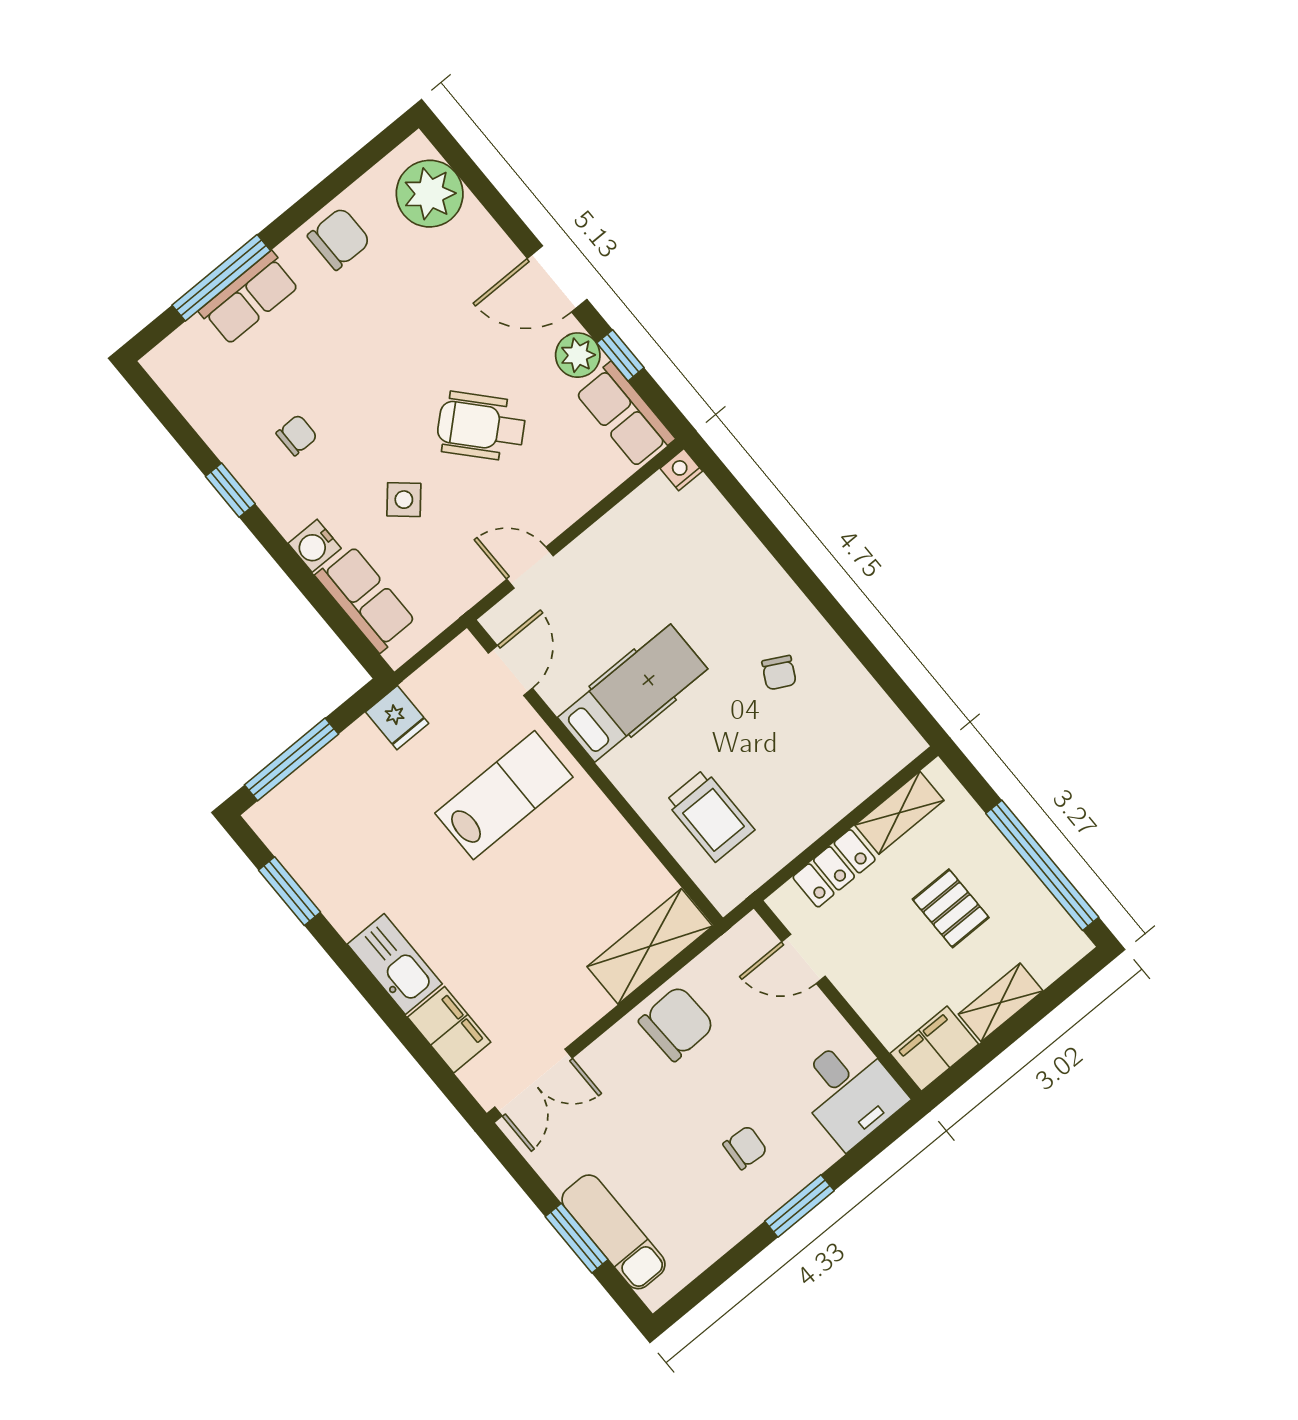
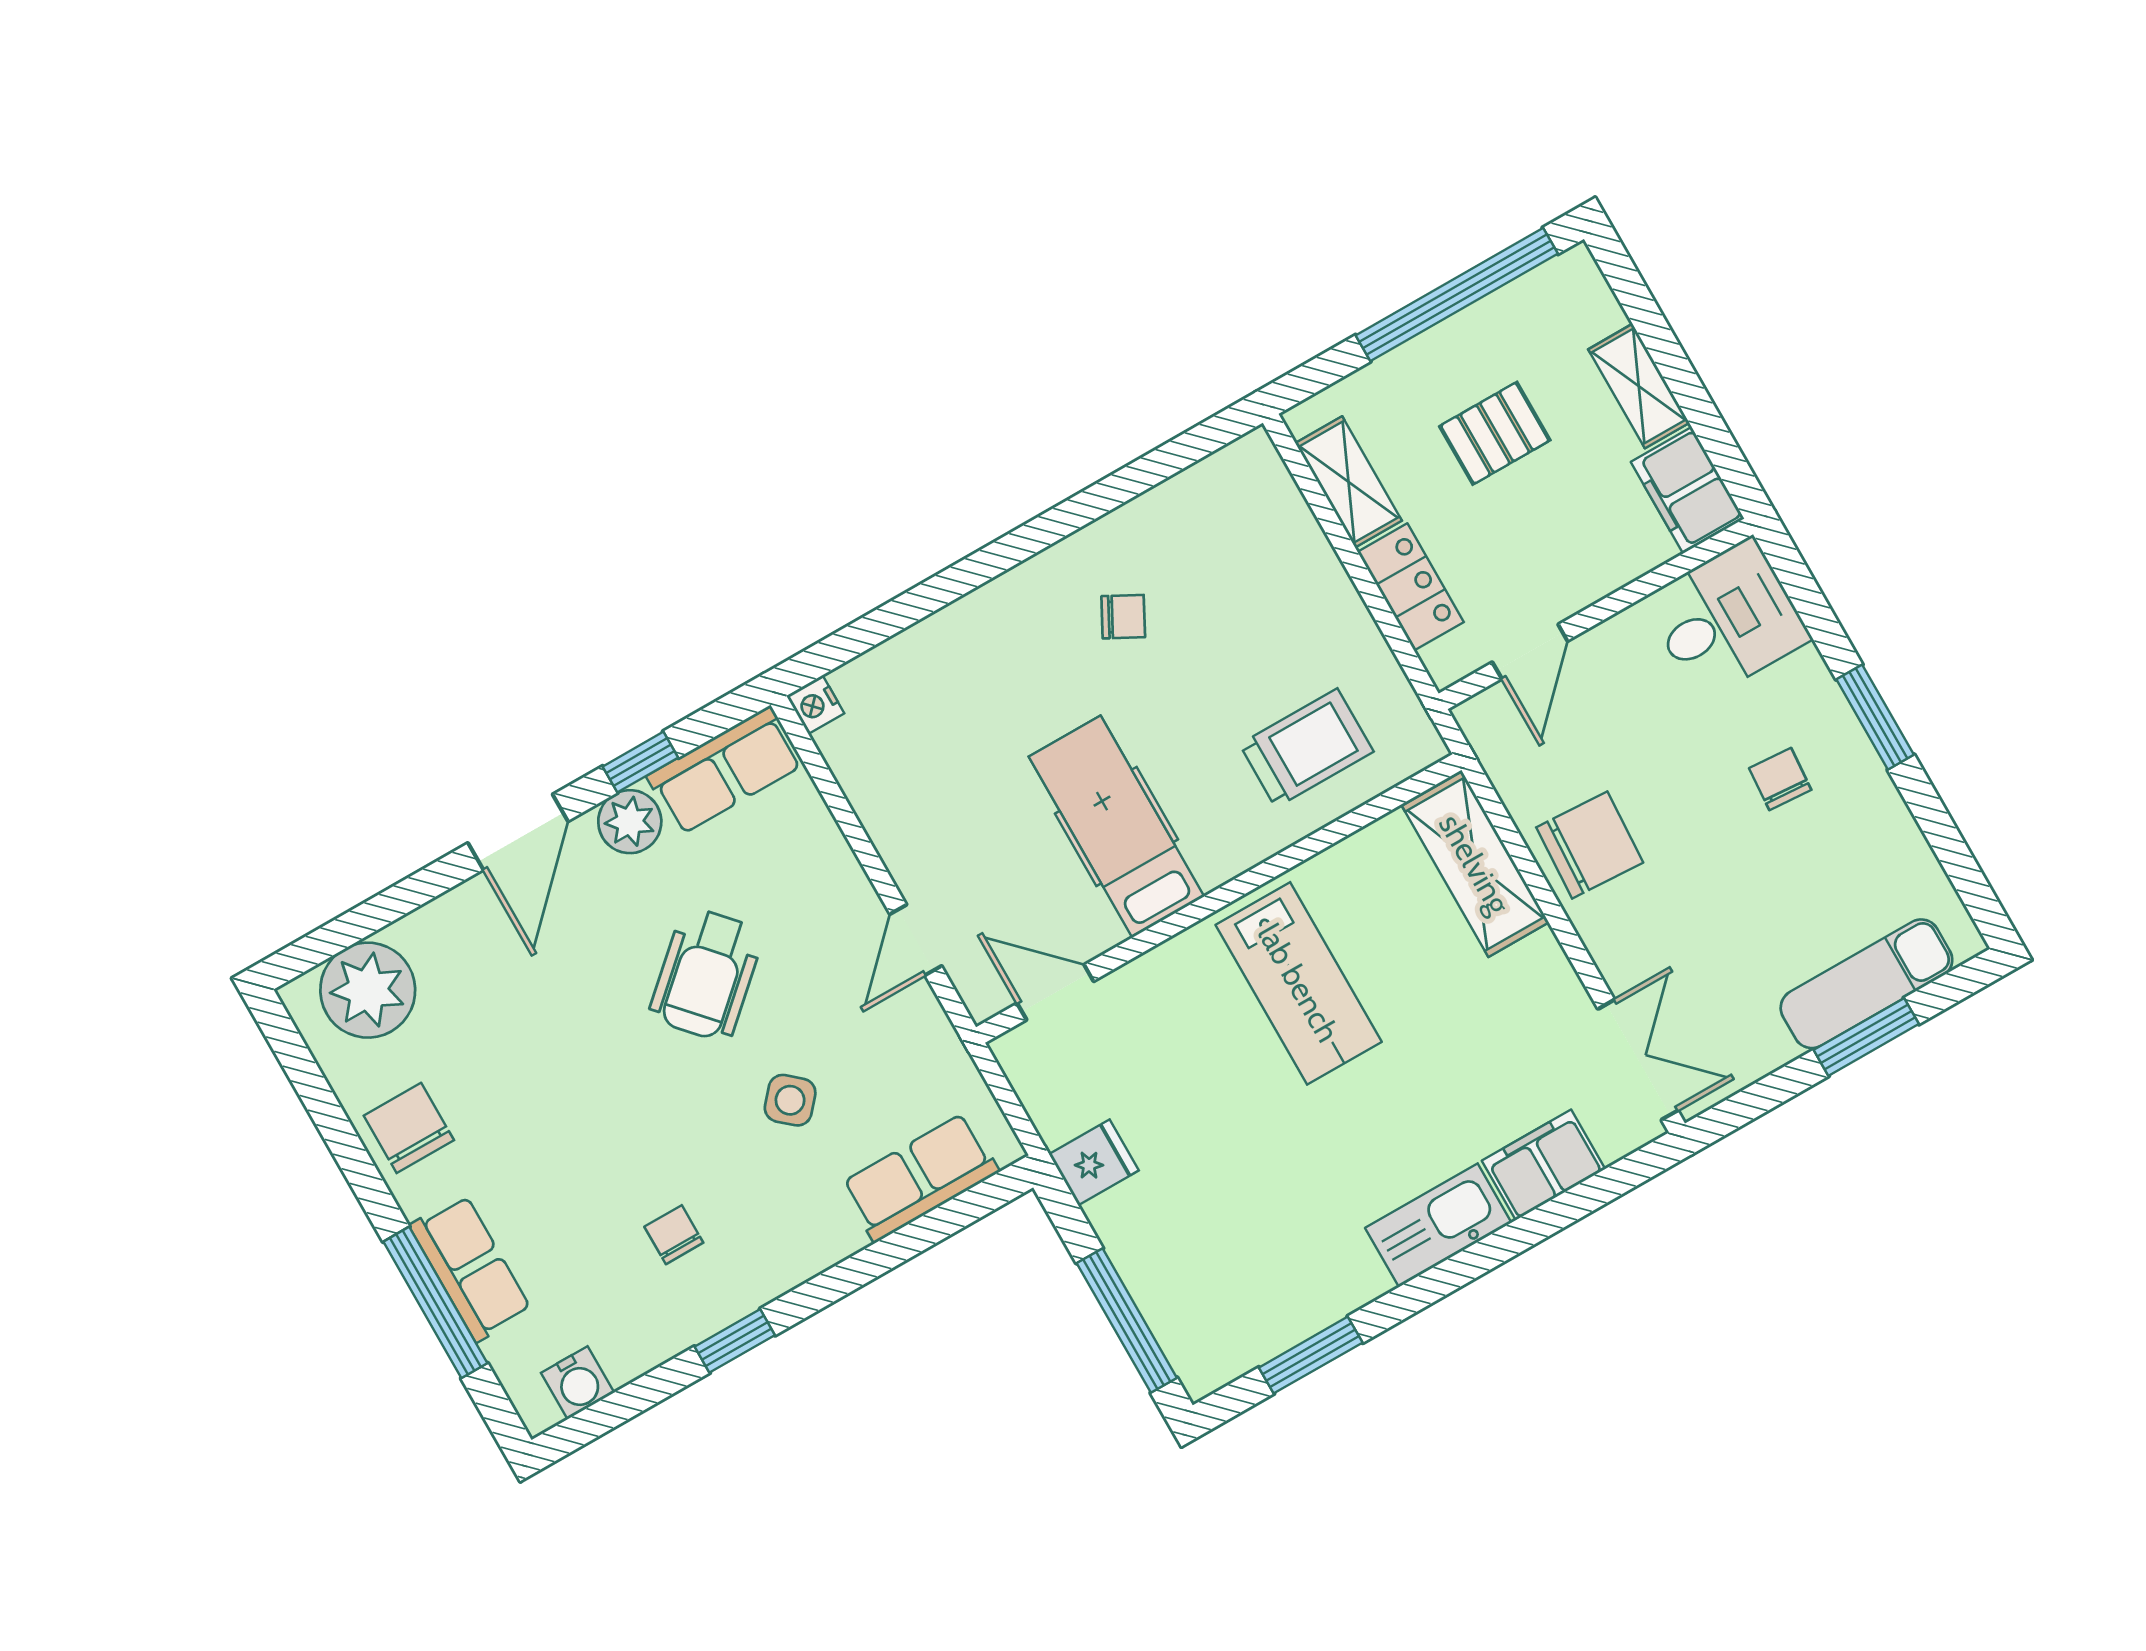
water cooler: (315, 546) -> (578, 1383), moved
lab bench: (504, 795) -> (1299, 983), moved, turned 180
chair: (677, 1023) -> (1590, 845), turned 95

